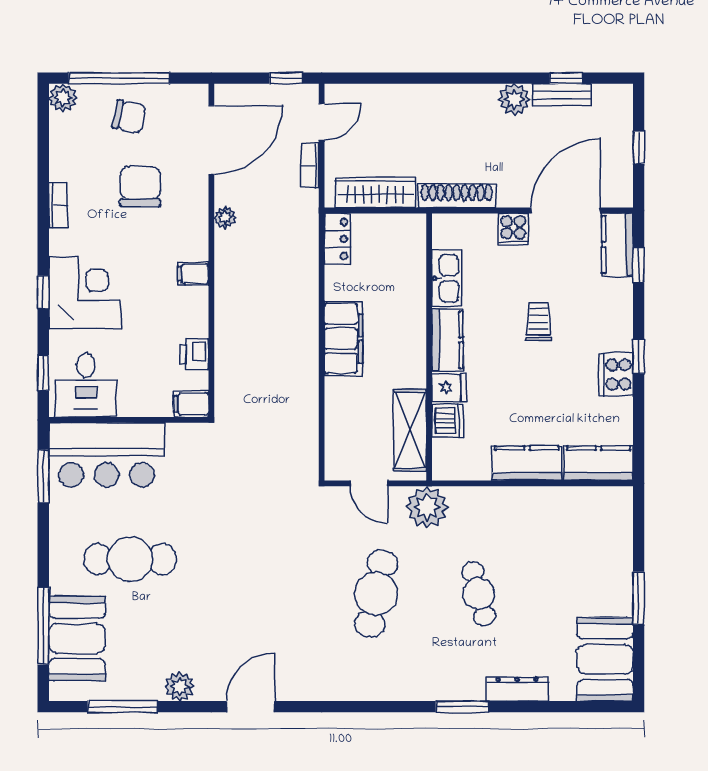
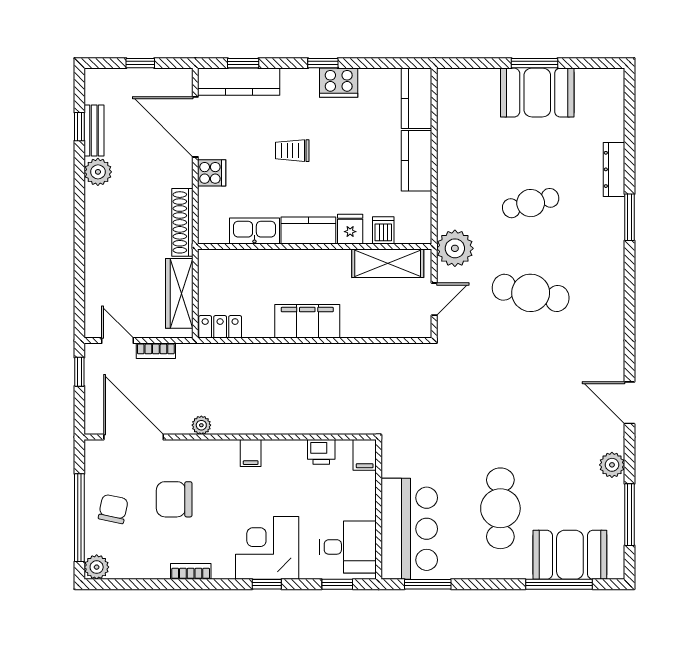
kitchen counter: (617, 245) -> (239, 82), width x1.50
dishwasher: (448, 421) -> (383, 230), width x0.73
booth: (605, 659) -> (537, 93), moved

